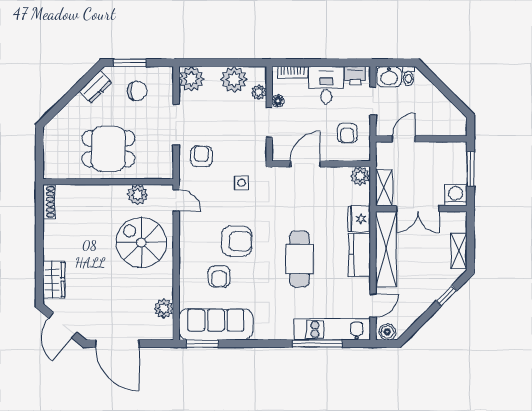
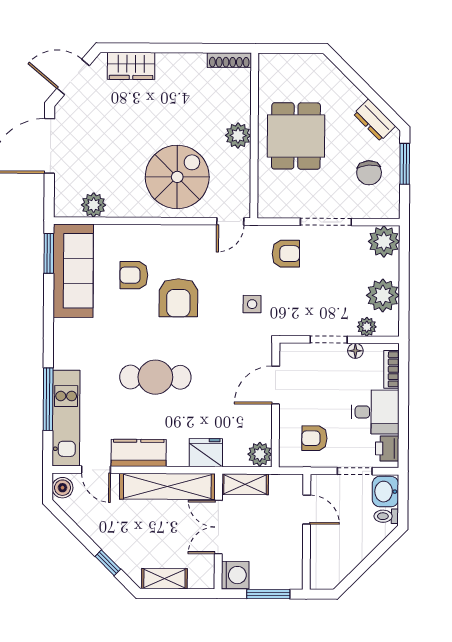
door: (305, 164) -> (276, 385), swing flipped
plant: (138, 195) -> (238, 135), moved
kitchen counter: (359, 255) -> (139, 453), moved

